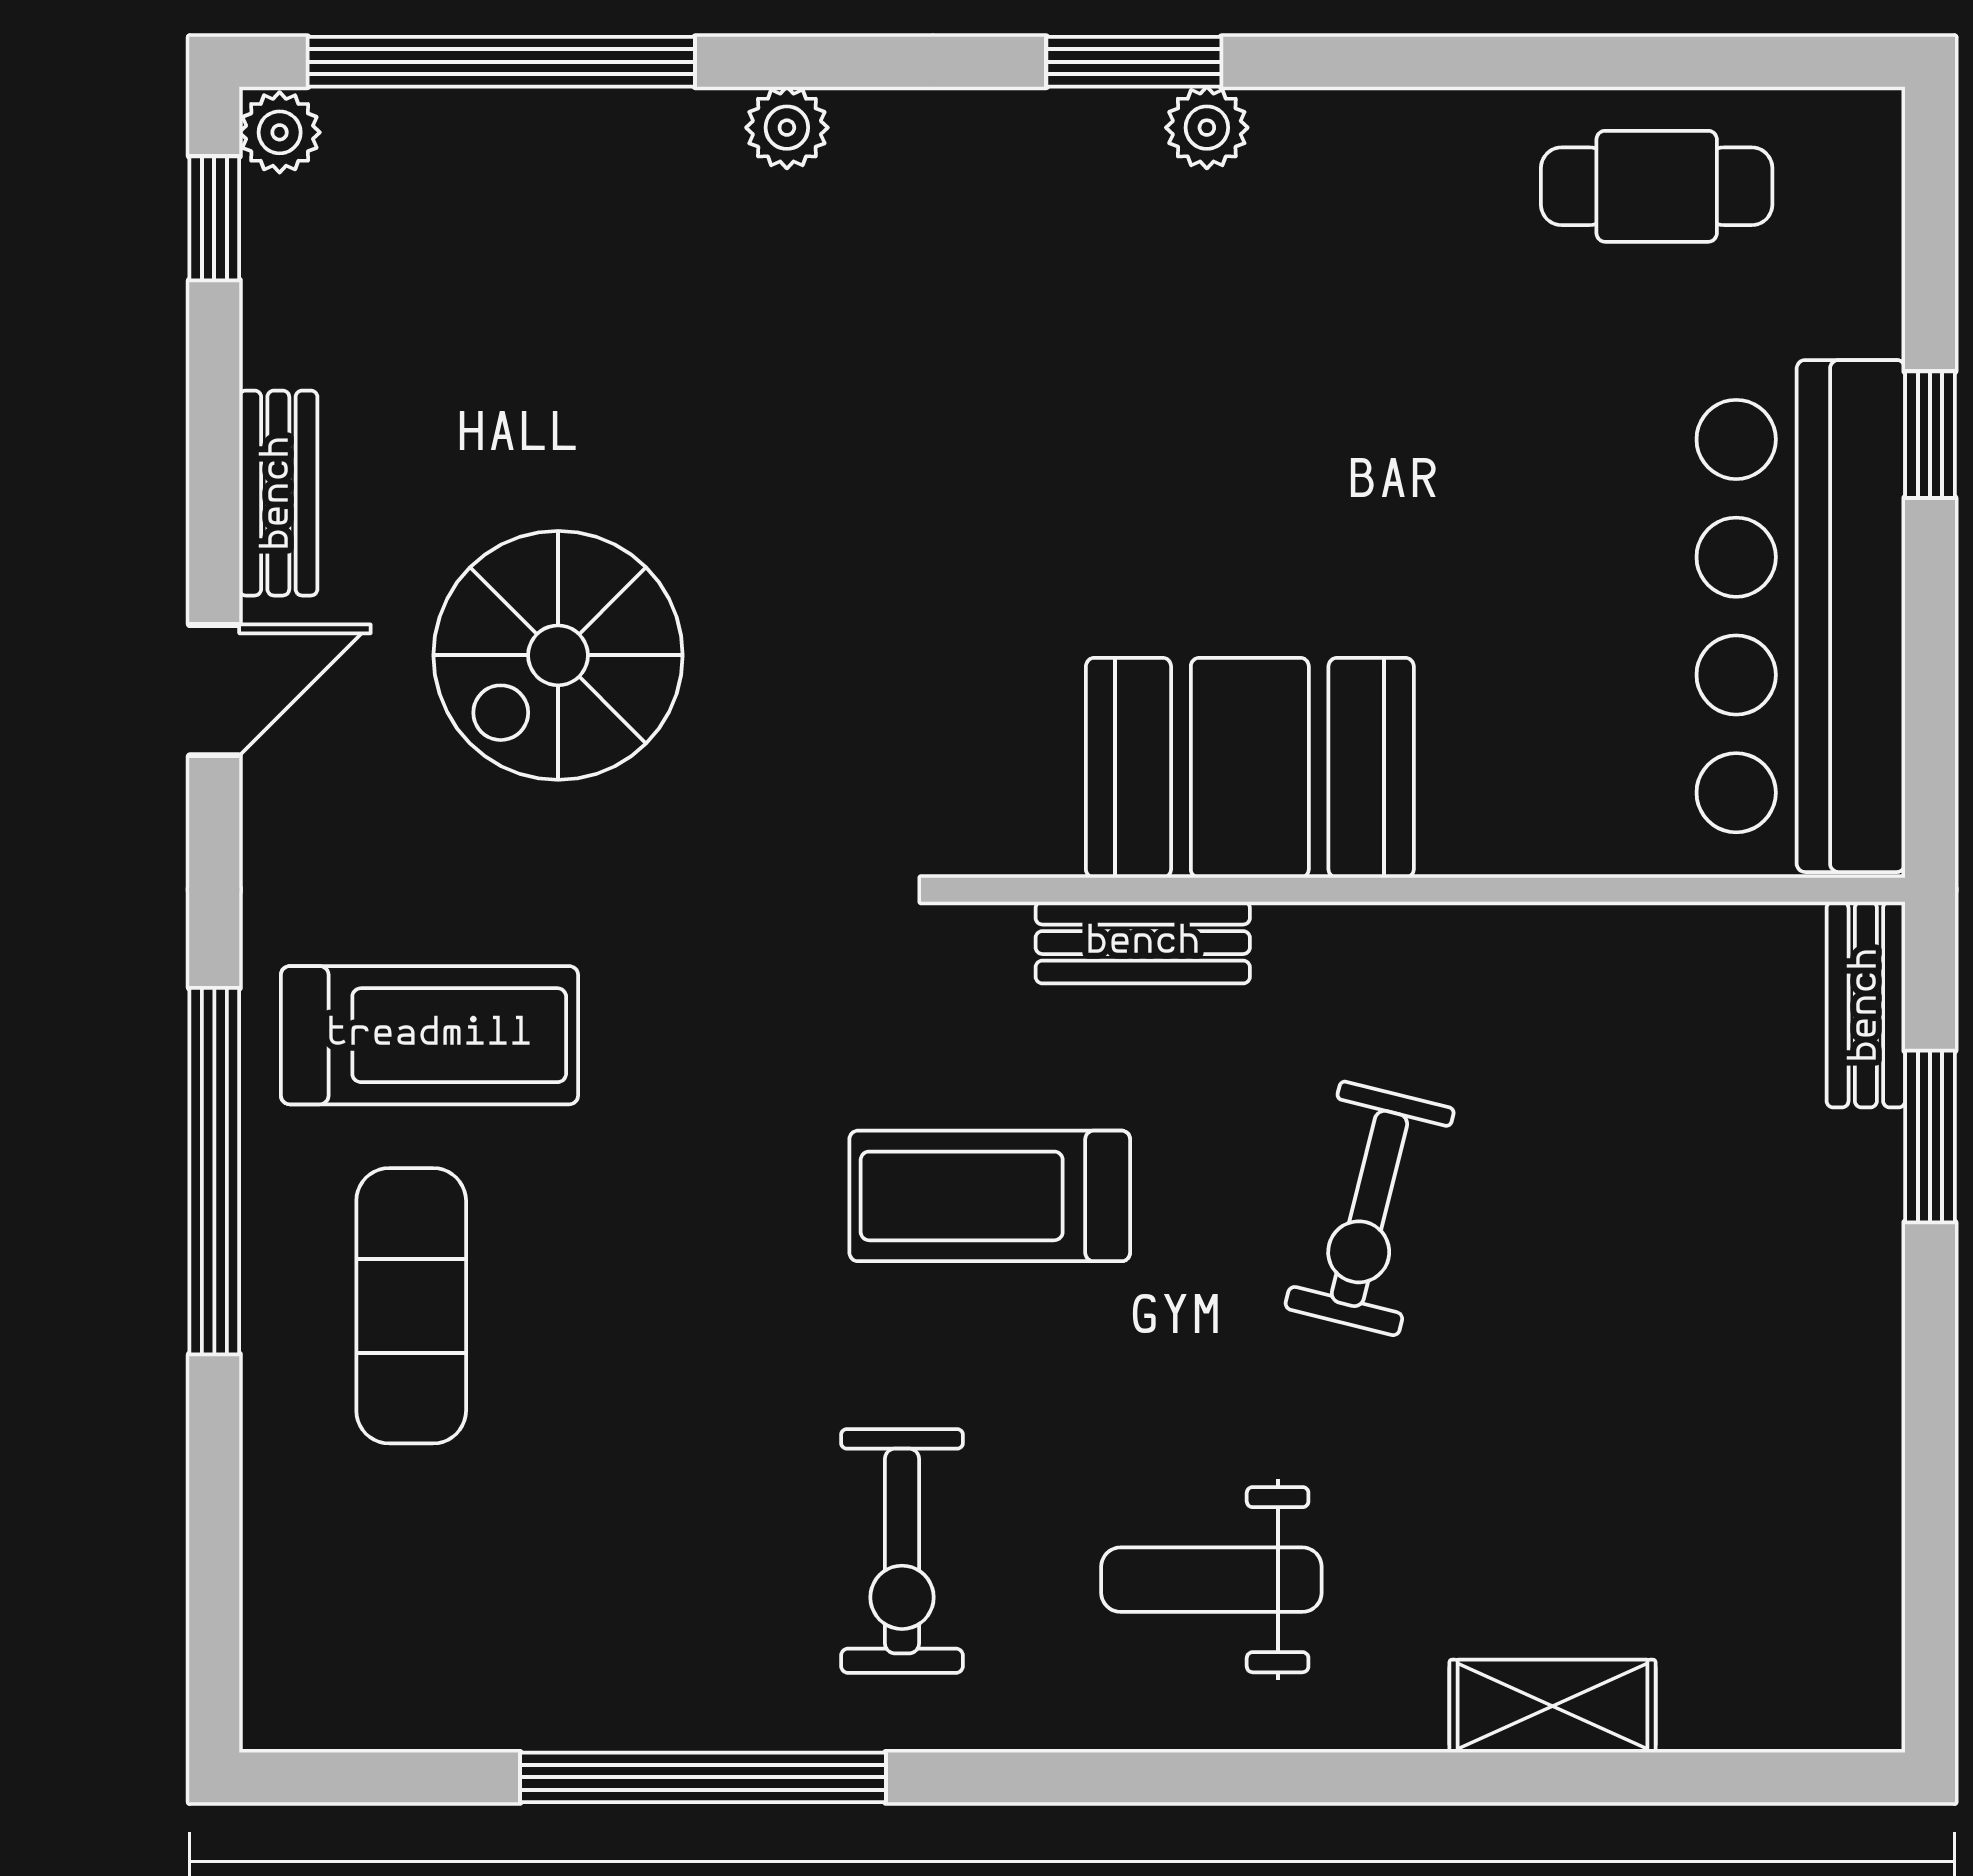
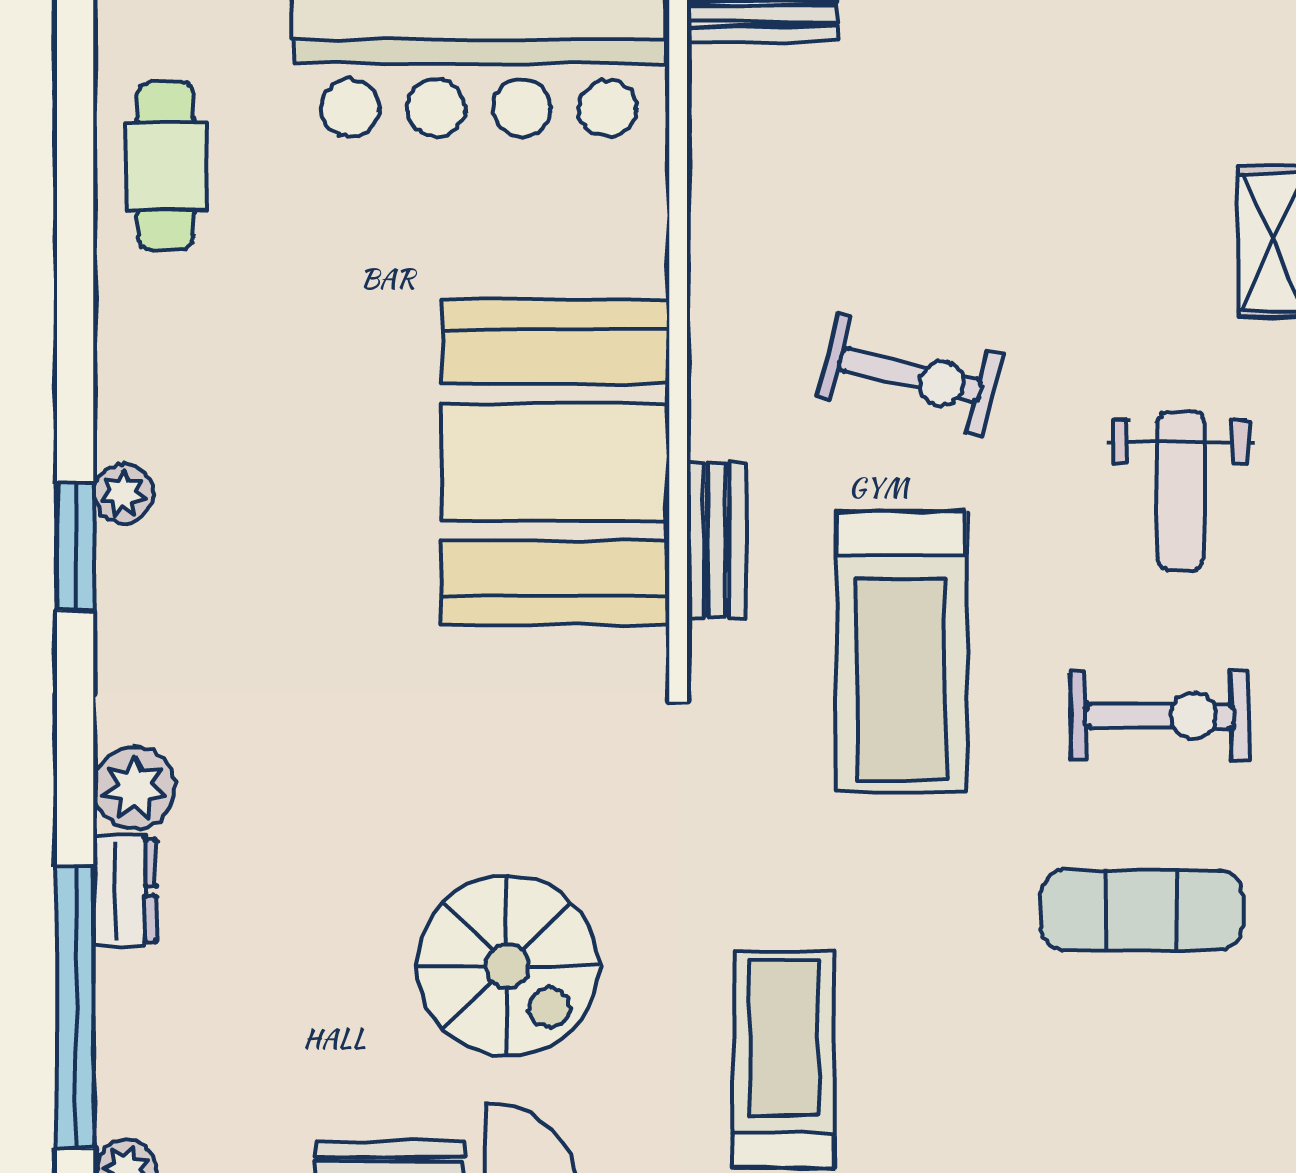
plant: (787, 128) -> (134, 788), width x1.38, depth x1.38
dresser: (661, 130) -> (125, 891), added
booth: (1250, 768) -> (555, 462), width x1.36, depth x1.42
treadmill: (990, 1196) -> (901, 652), width x1.37, depth x1.38
exercise mat: (411, 1306) -> (1142, 910), moved

